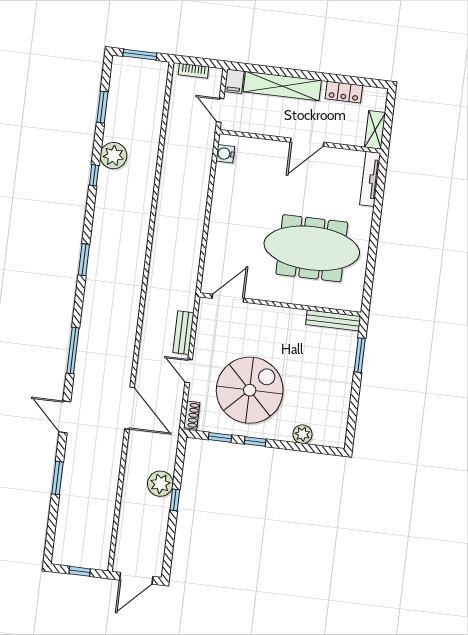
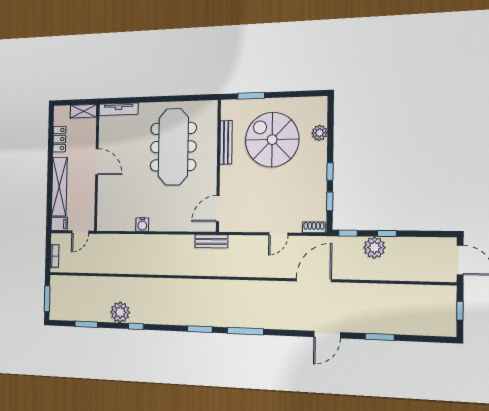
water cooler: (225, 154) -> (142, 224), moved
door: (228, 298) -> (218, 209), hinge flipped
bench: (333, 320) -> (226, 142), moved
bench: (183, 333) -> (211, 241), moved
window: (73, 350) -> (245, 331), moved
spiral stairs: (250, 390) -> (272, 140), moved
window: (180, 455) -> (348, 233), added

